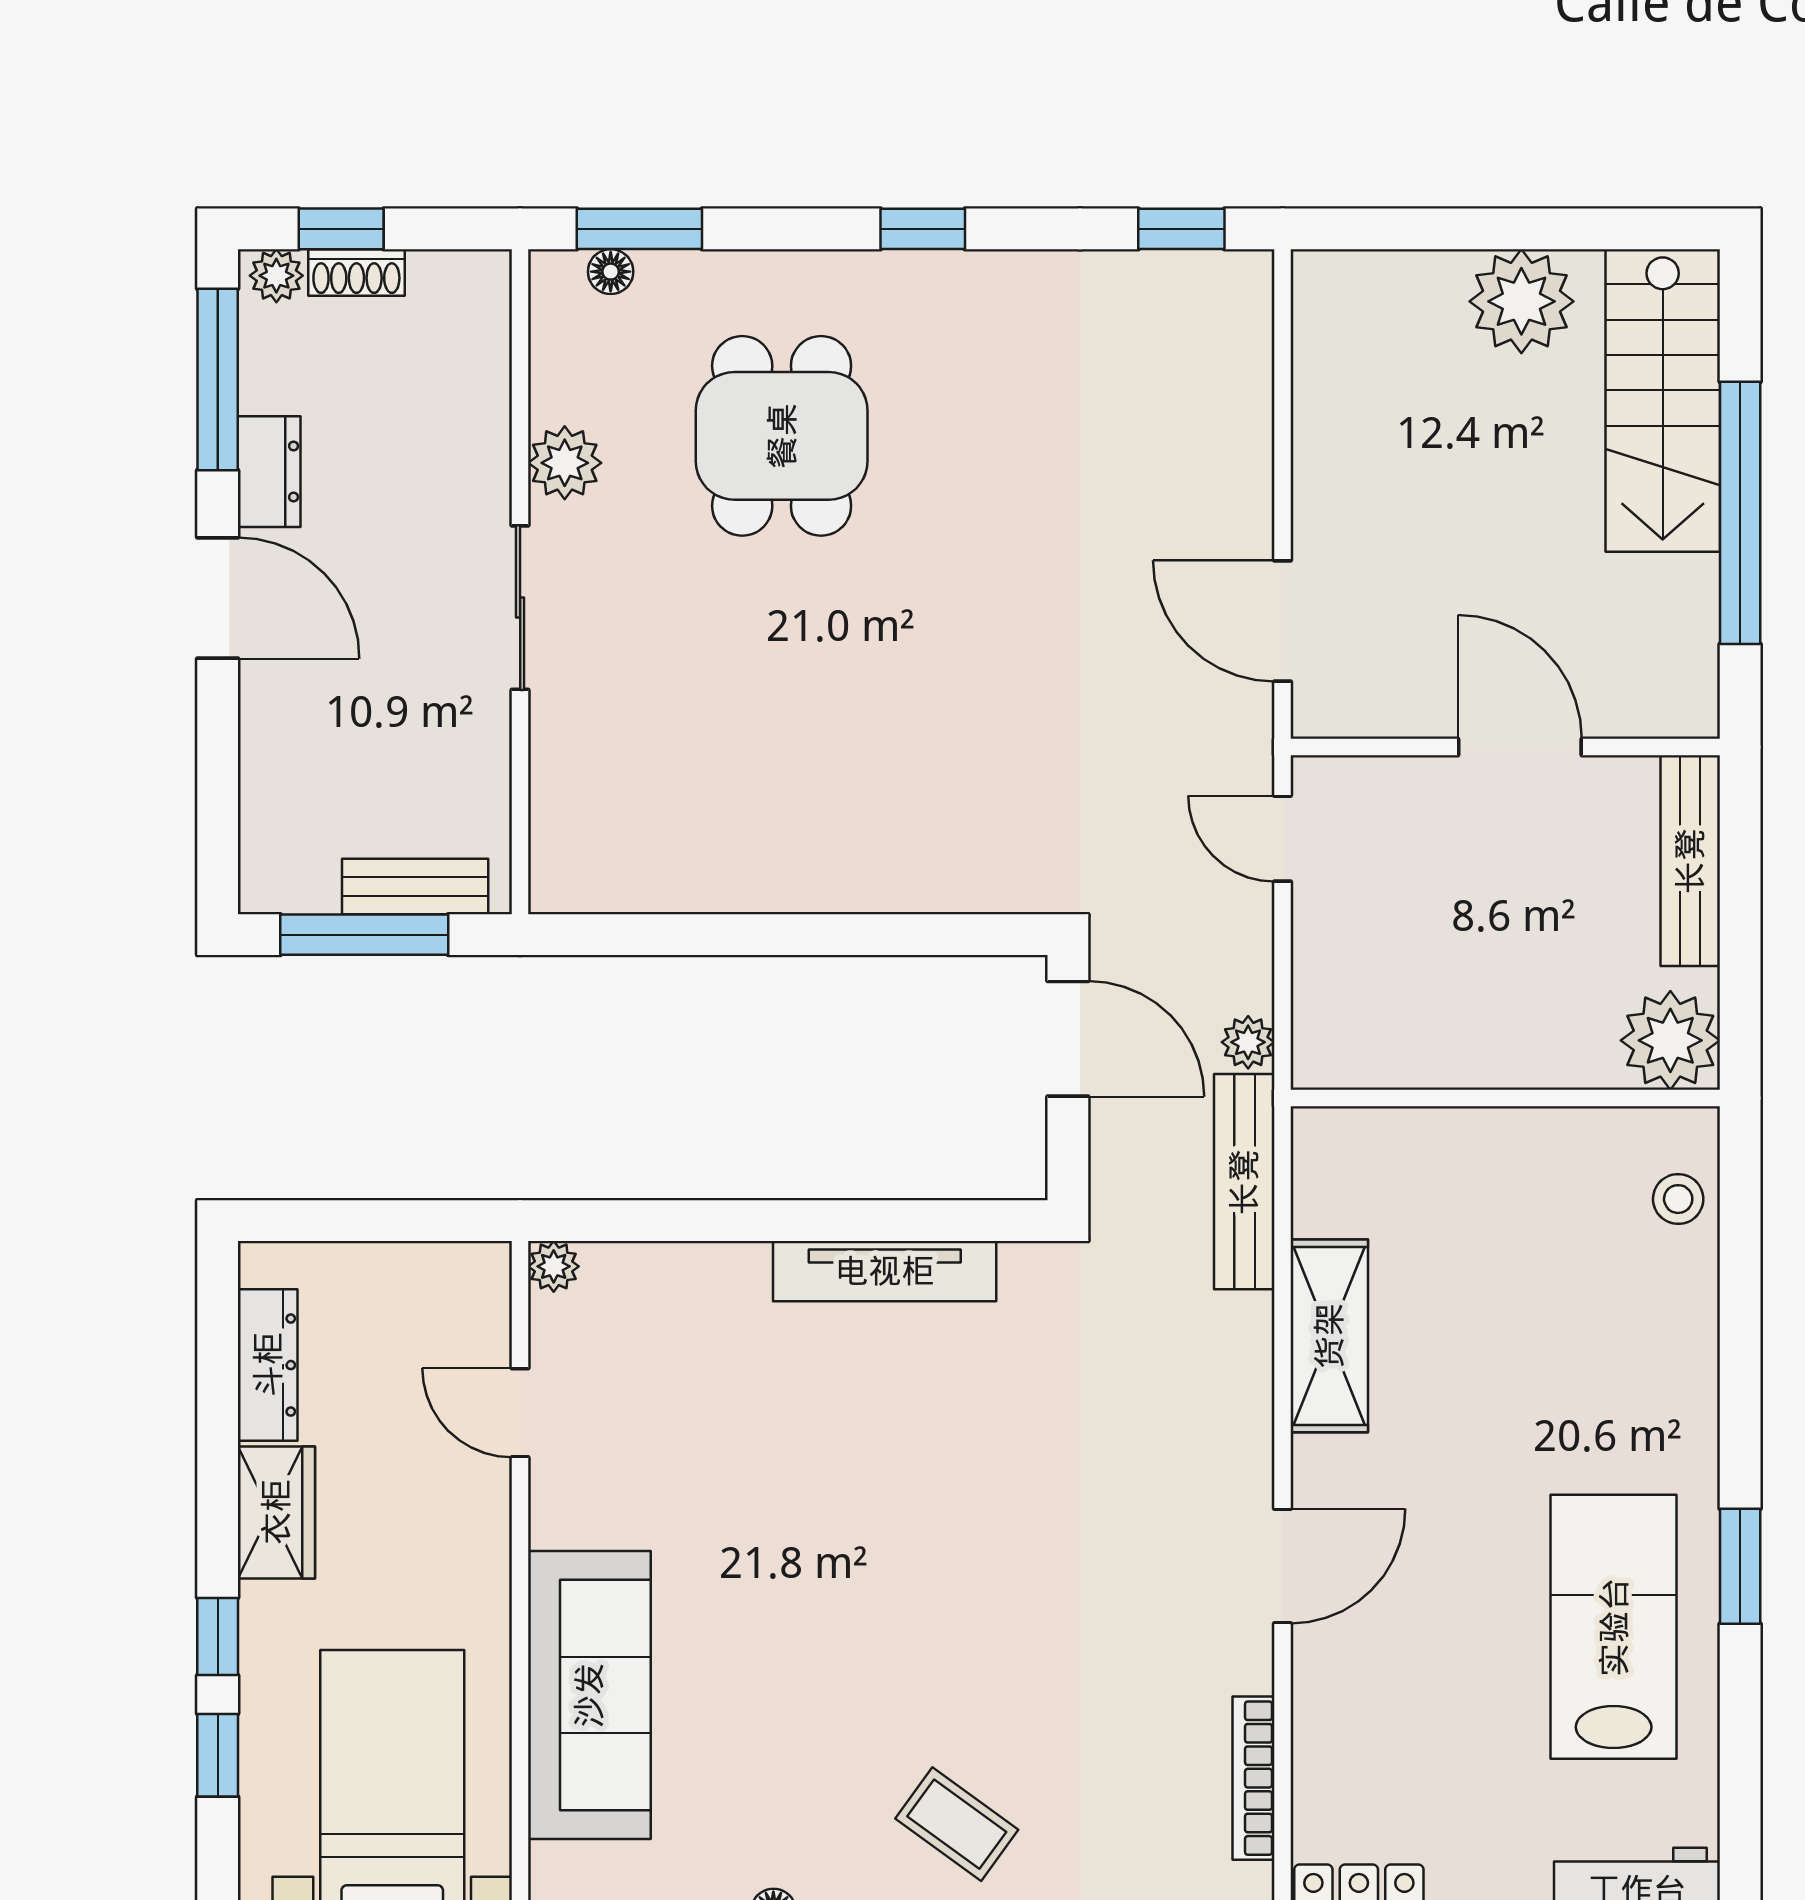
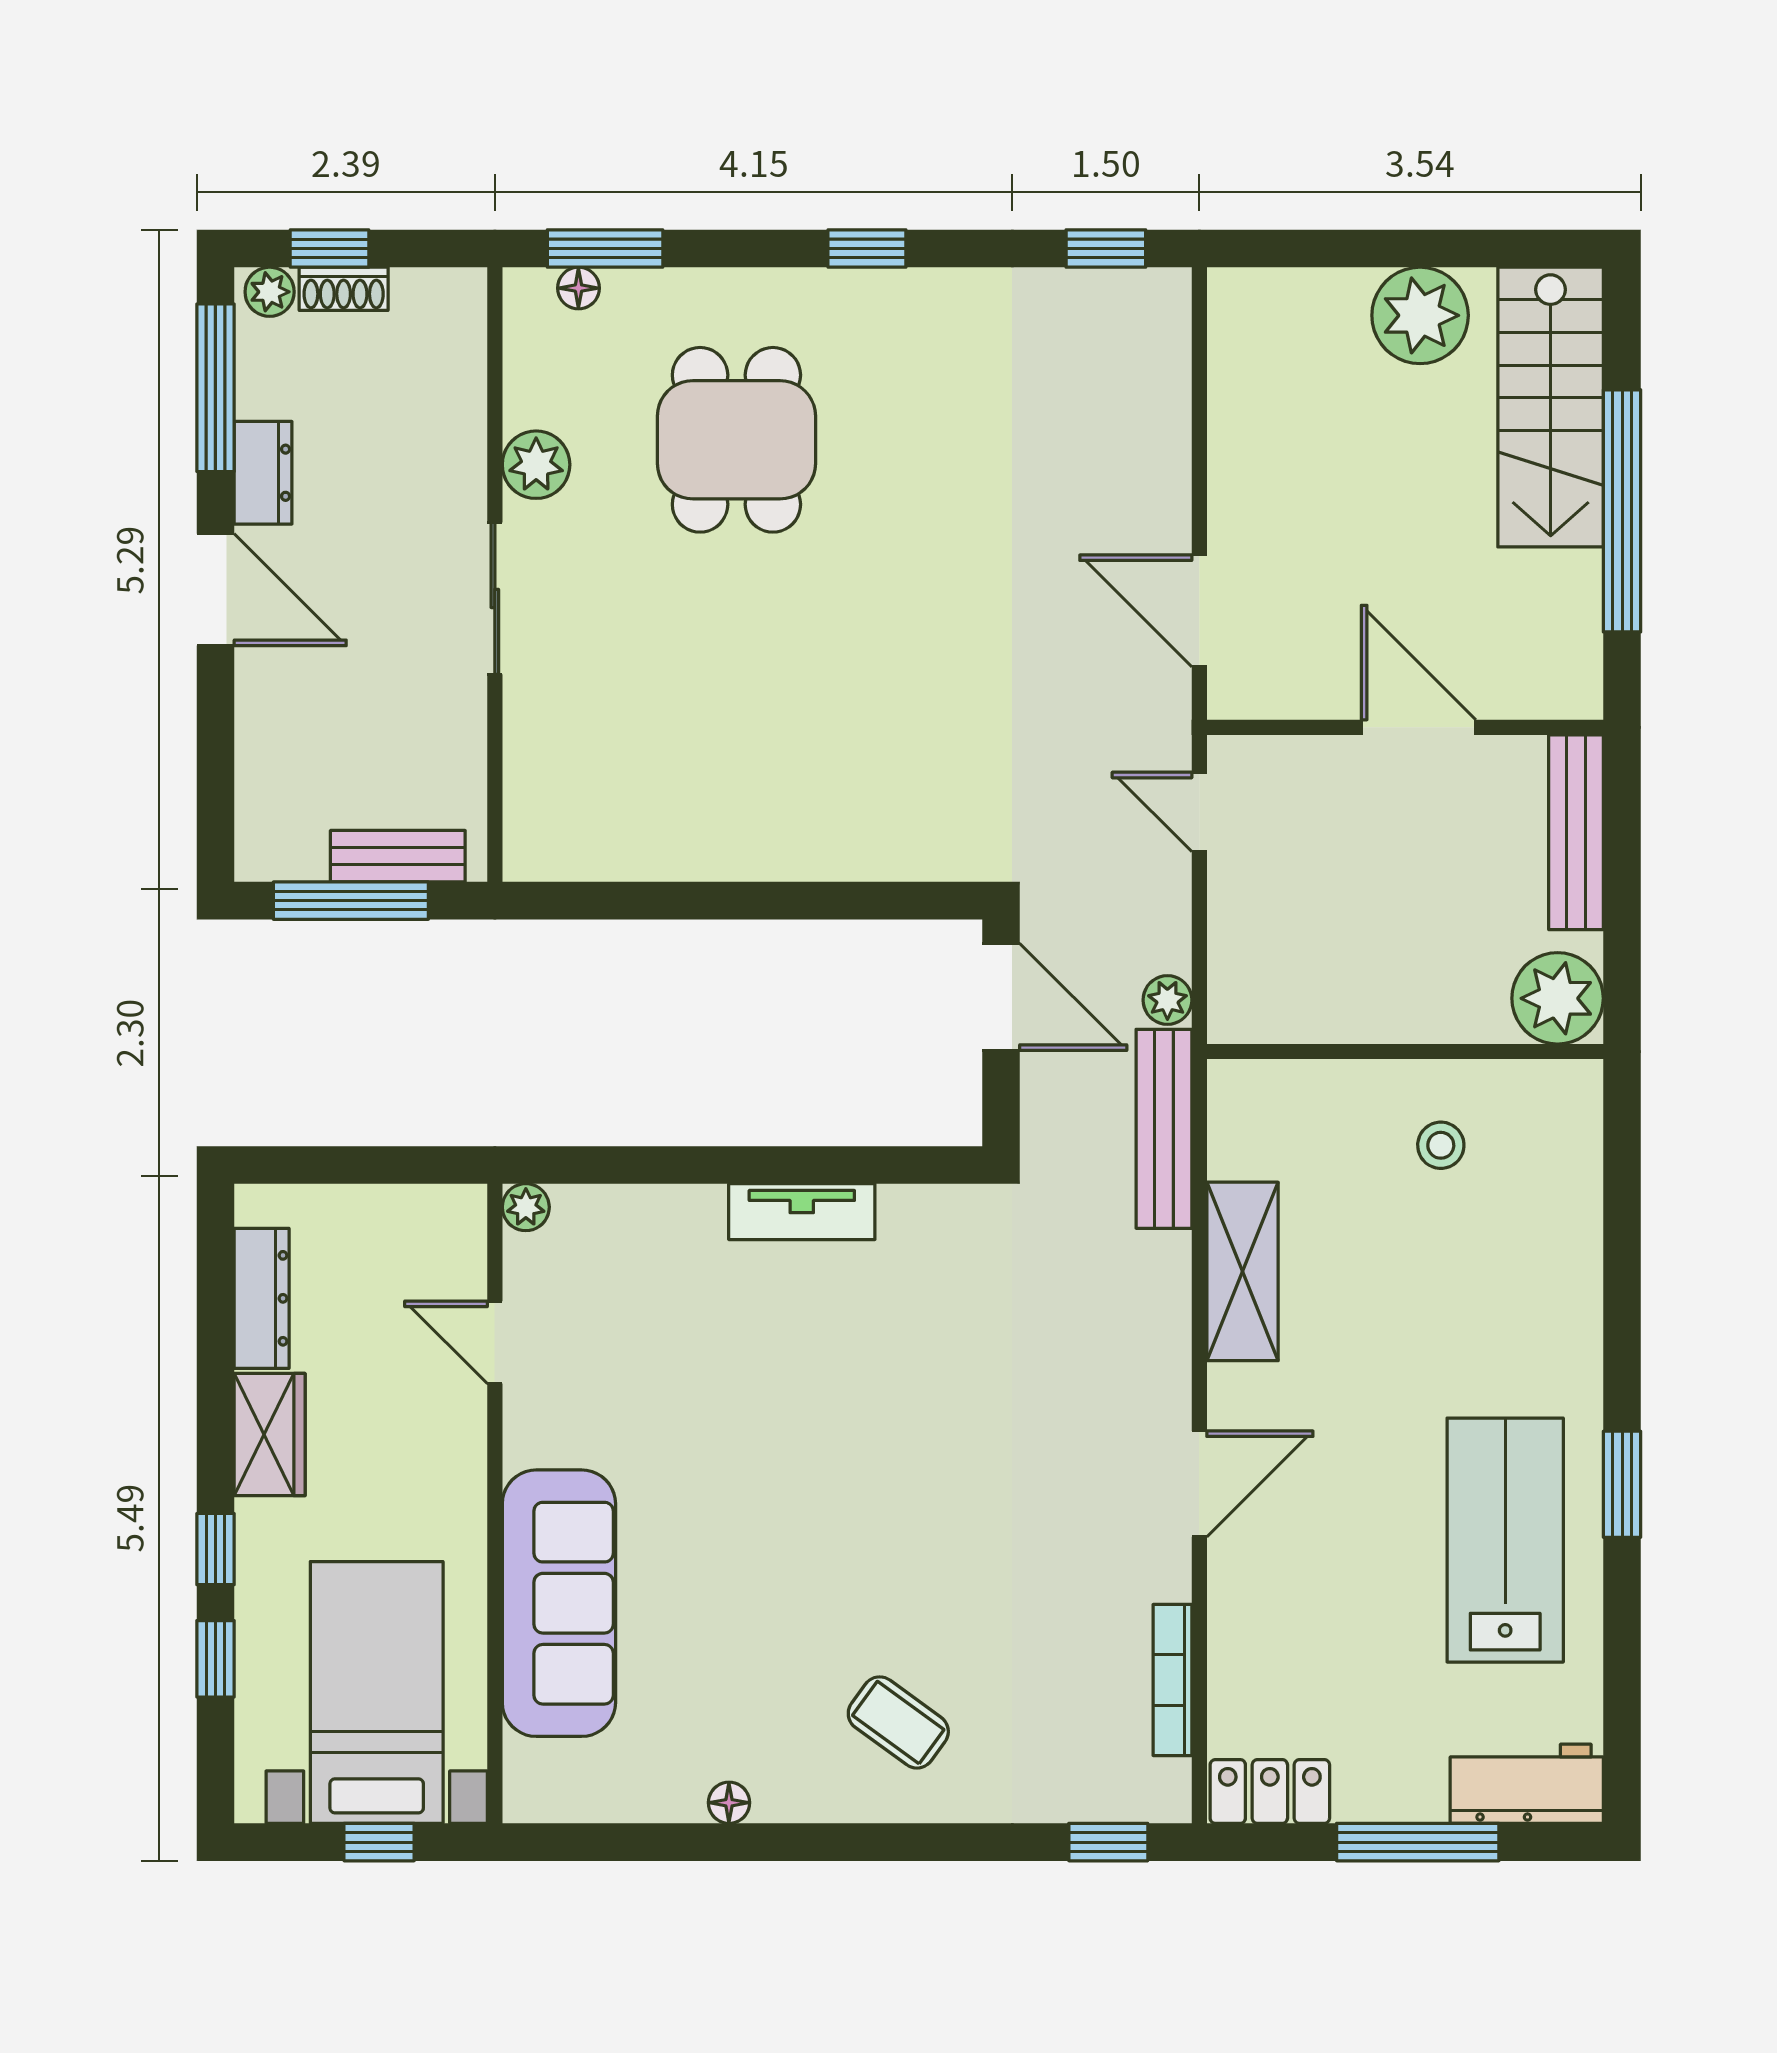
stool: (1678, 1199) -> (1441, 1145), moved
tv unit: (885, 1271) -> (802, 1212), width x0.71

